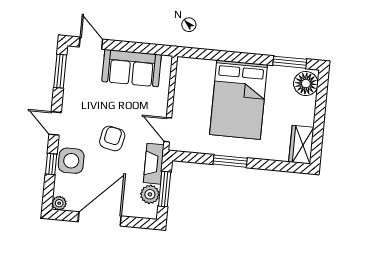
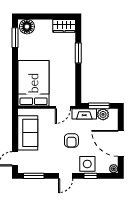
bed: (238, 100) -> (34, 83), moved, turned -90
armchair: (112, 138) -> (71, 141), turned -102
window: (230, 161) -> (78, 53), moved

